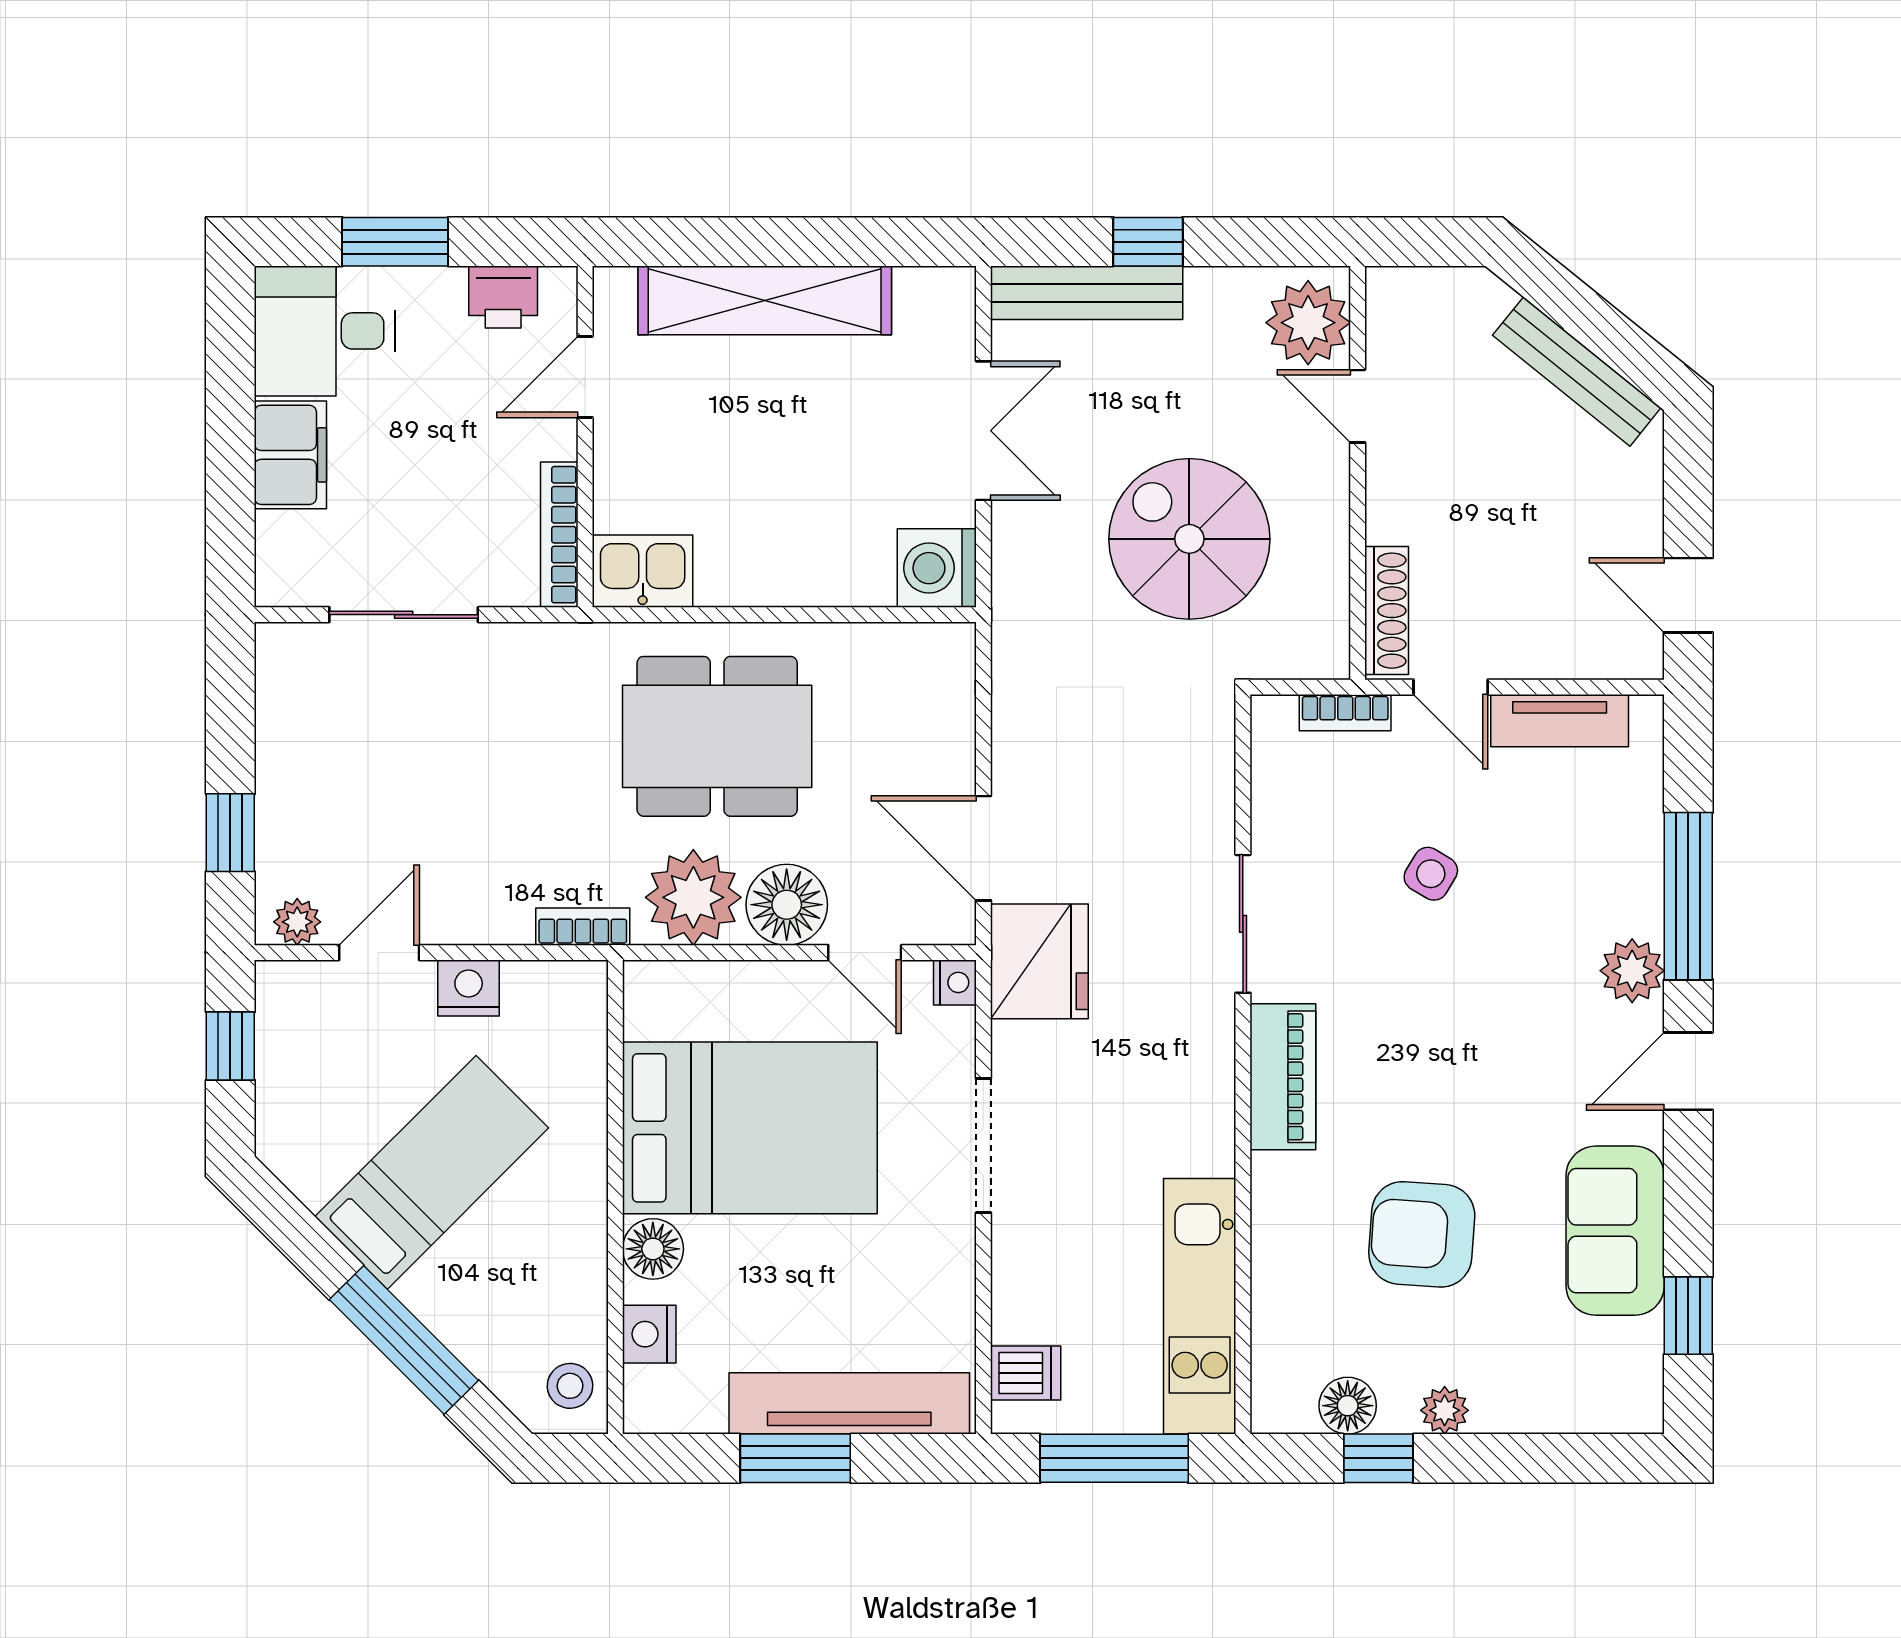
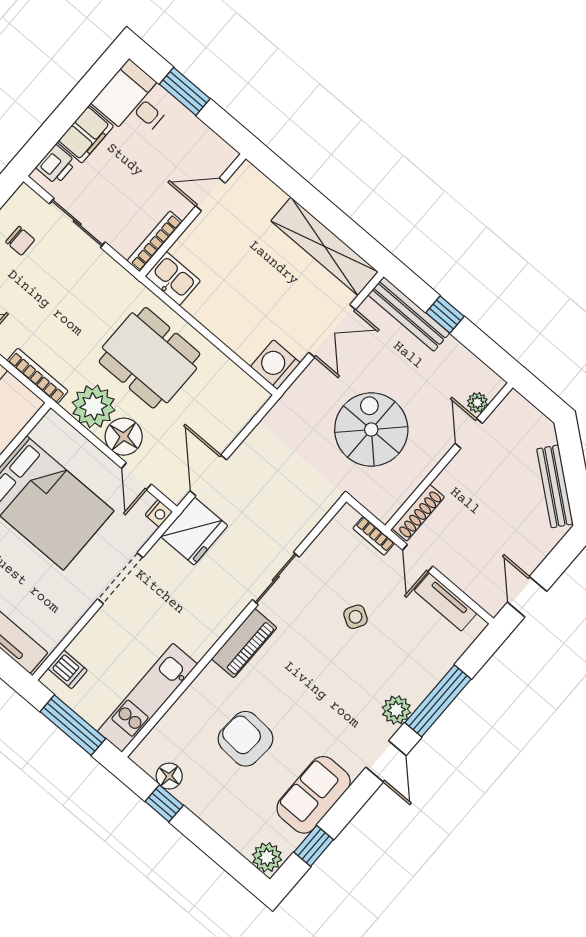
printer: (503, 297) -> (56, 165), moved, turned -90
shelving: (765, 300) -> (325, 246), moved
plant: (1308, 323) -> (477, 403), width x0.53, depth x0.53
chair: (334, 726) -> (20, 241), added
bookcase: (583, 927) -> (38, 376), width x1.56
door: (1688, 1071) -> (386, 761), swing flipped
plant: (1445, 1410) -> (267, 857), moved, width x1.38, depth x1.38

